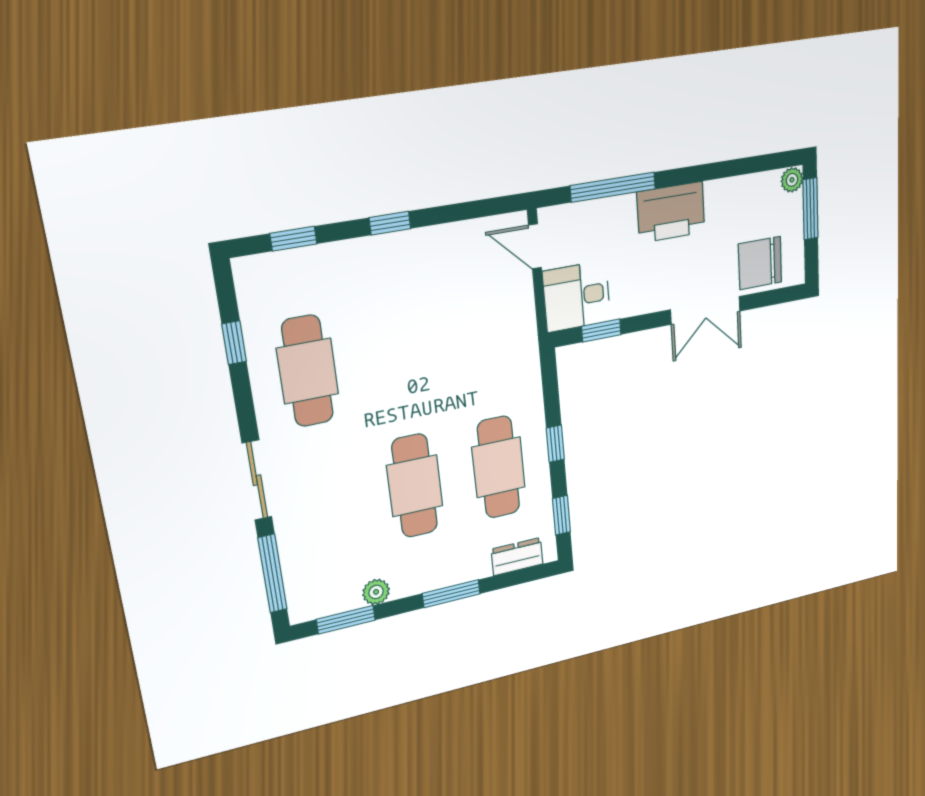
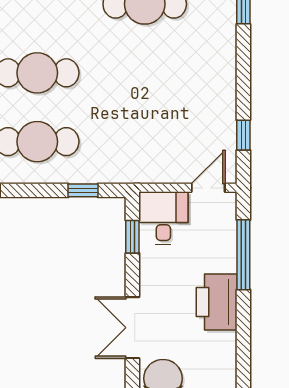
window: (390, 223) -> (243, 135), moved
window: (555, 444) -> (83, 190), moved

